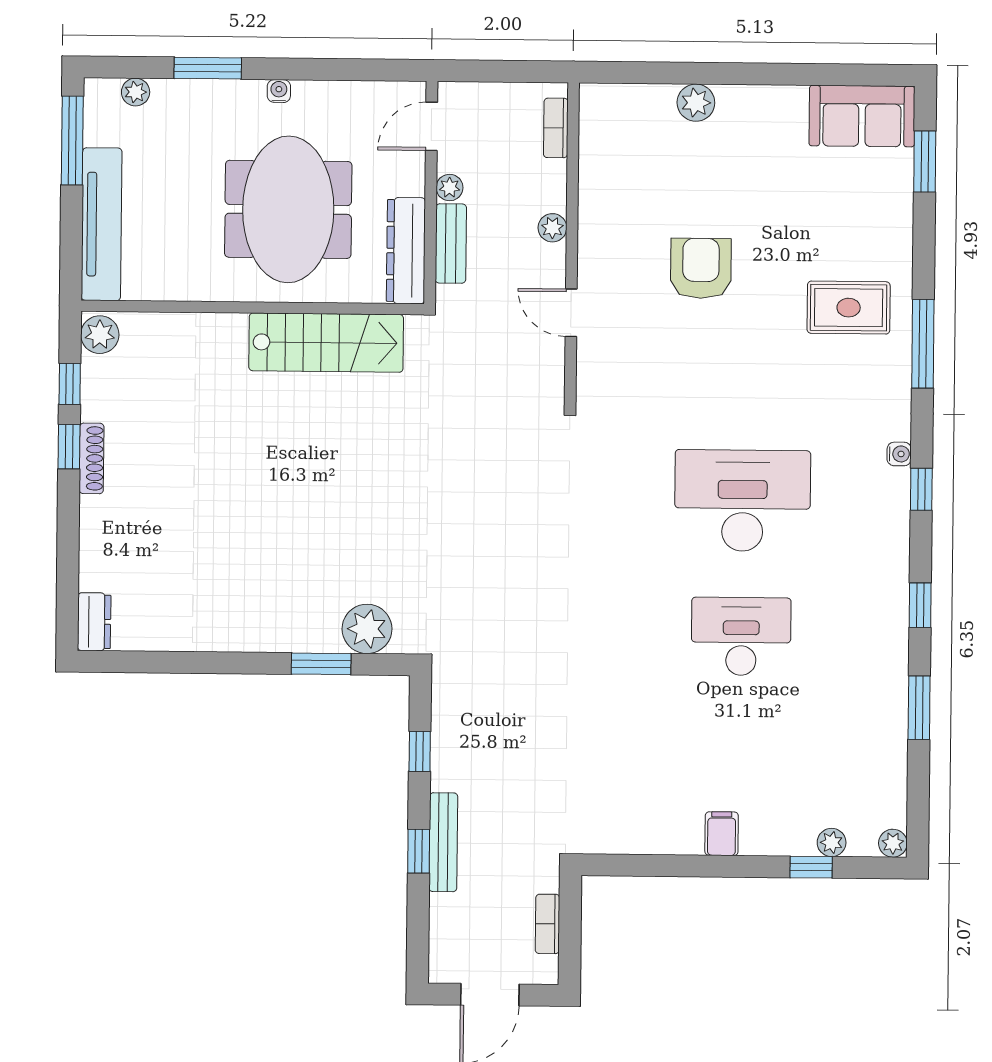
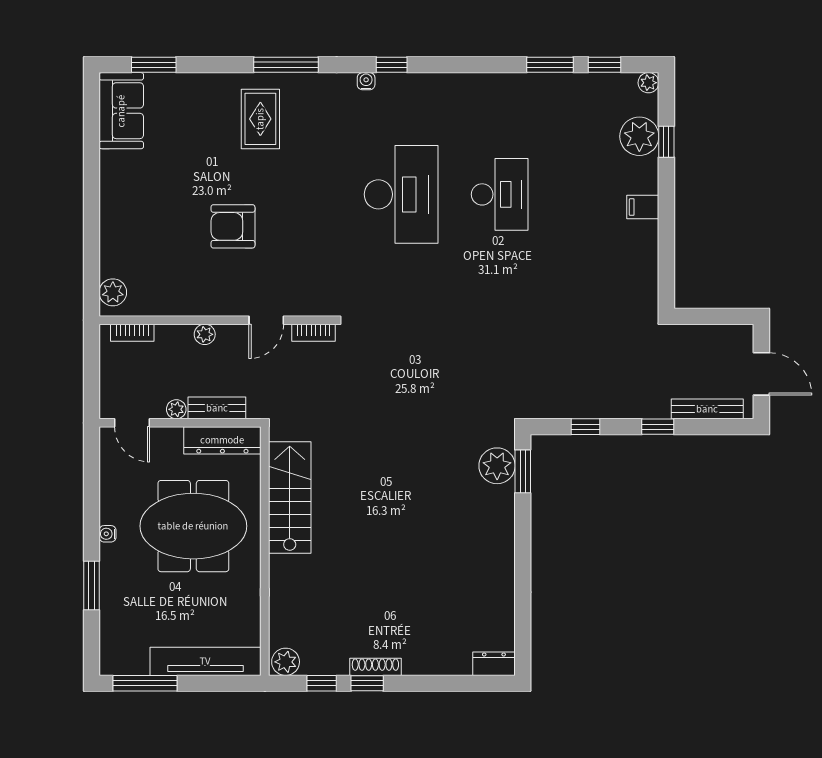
plant: (136, 92) -> (109, 638), removed
plant: (696, 103) -> (113, 292), moved
desk: (743, 501) -> (401, 194), turned 180
window: (920, 605) -> (605, 65), moved
desk: (741, 636) -> (500, 194), turned 180
window: (321, 664) -> (523, 471), moved
bench: (443, 842) -> (707, 409), moved
plant: (832, 842) -> (639, 136), width x1.88, depth x1.88
bookcase: (547, 924) -> (313, 333), moved

